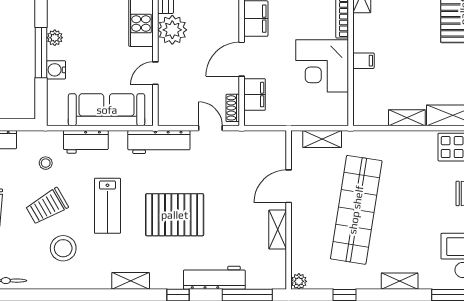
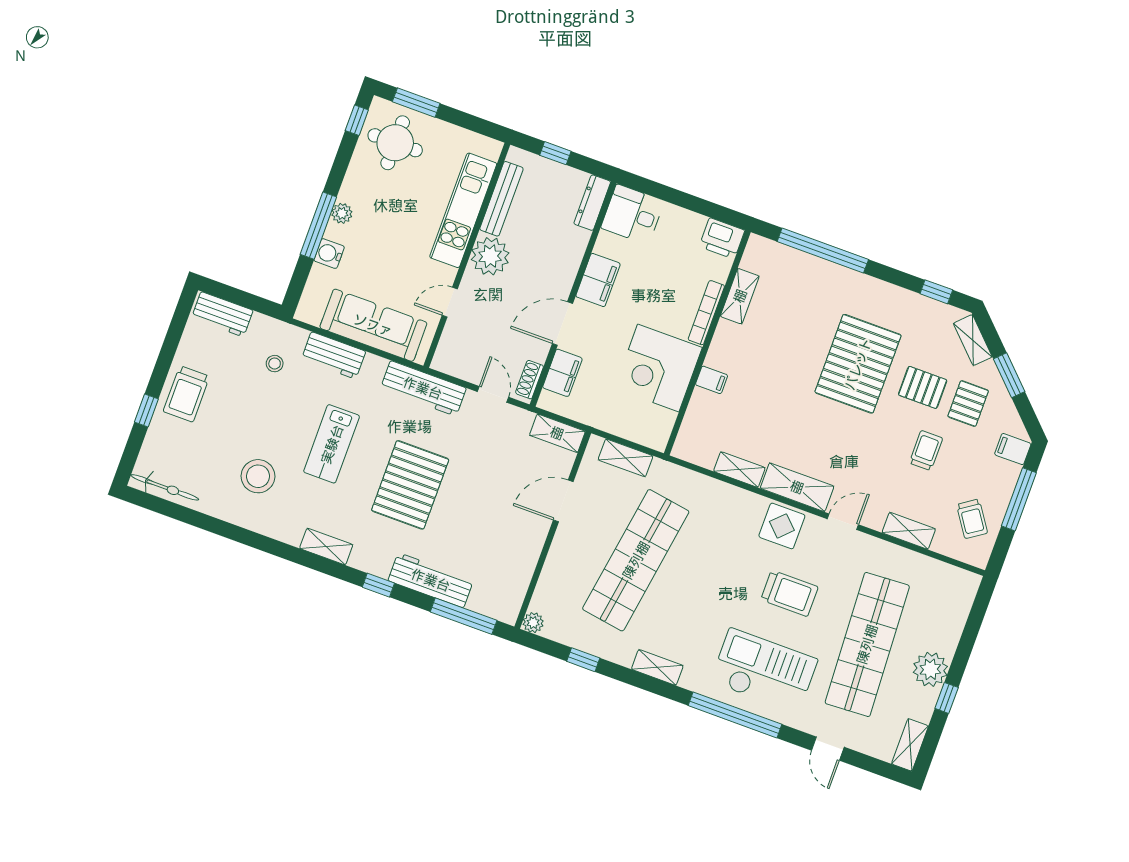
trolley: (47, 206) -> (257, 417), removed
pallet: (175, 215) -> (410, 485), turned 90
shelving: (278, 230) -> (557, 433), moved, turned 90

